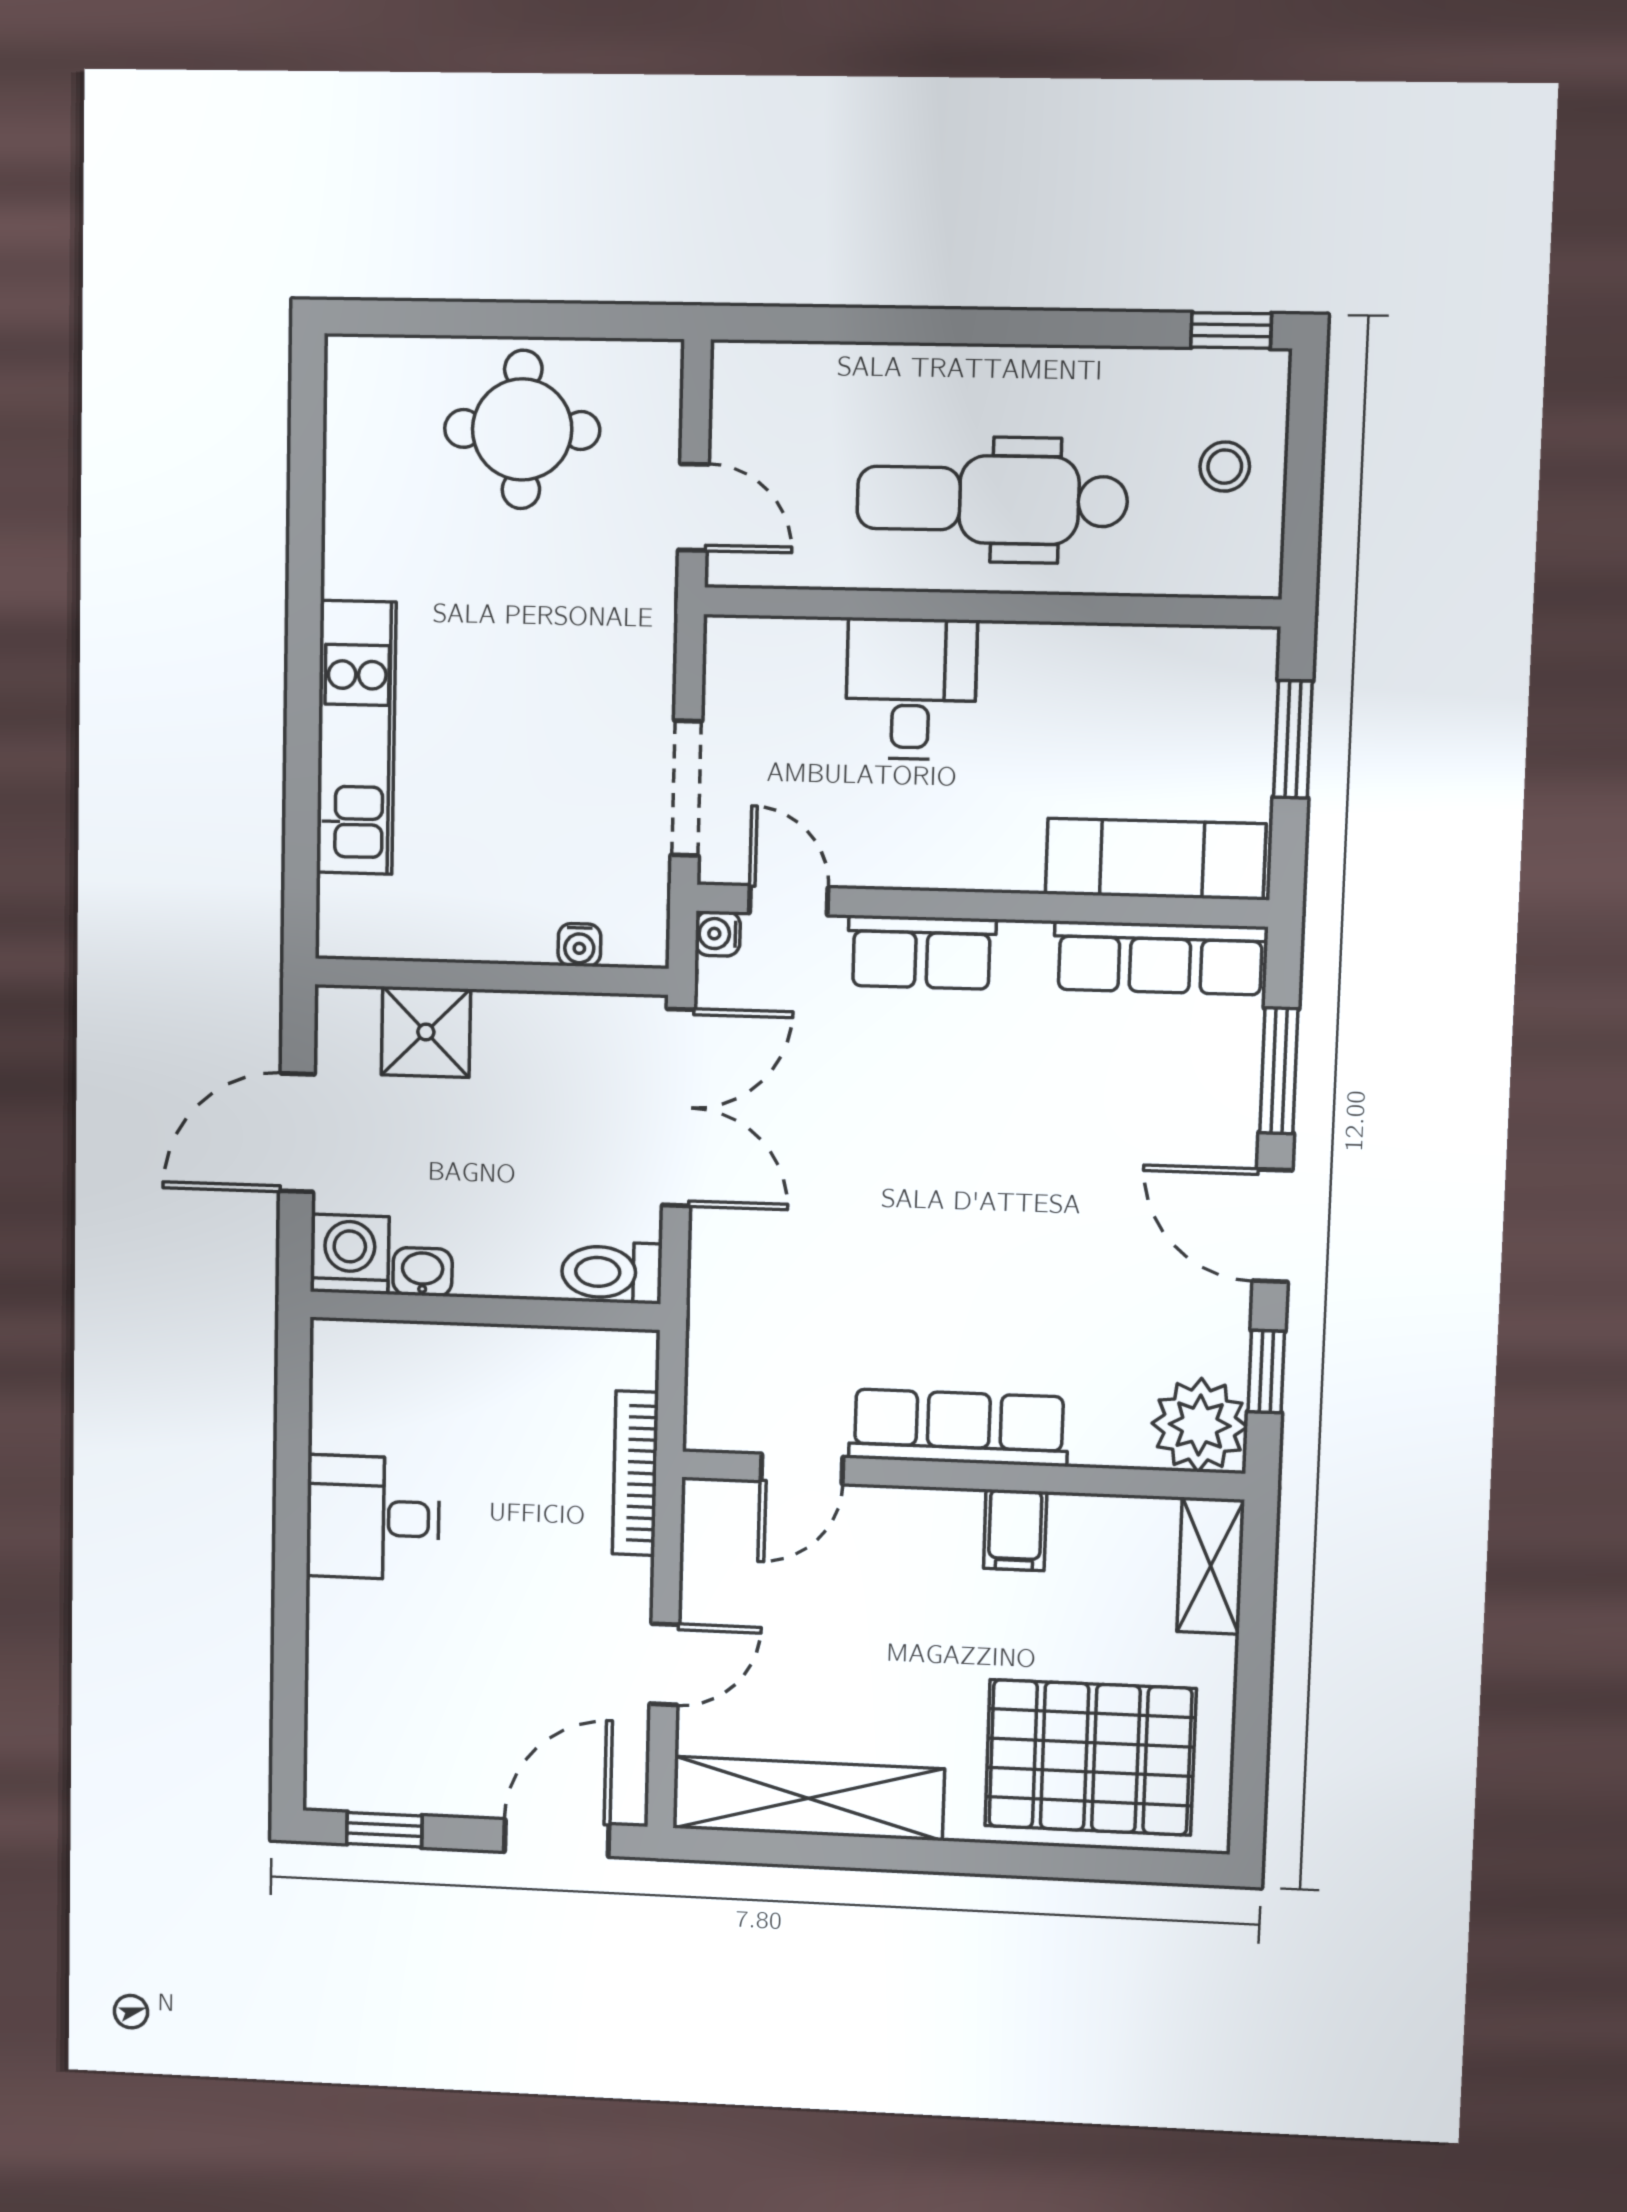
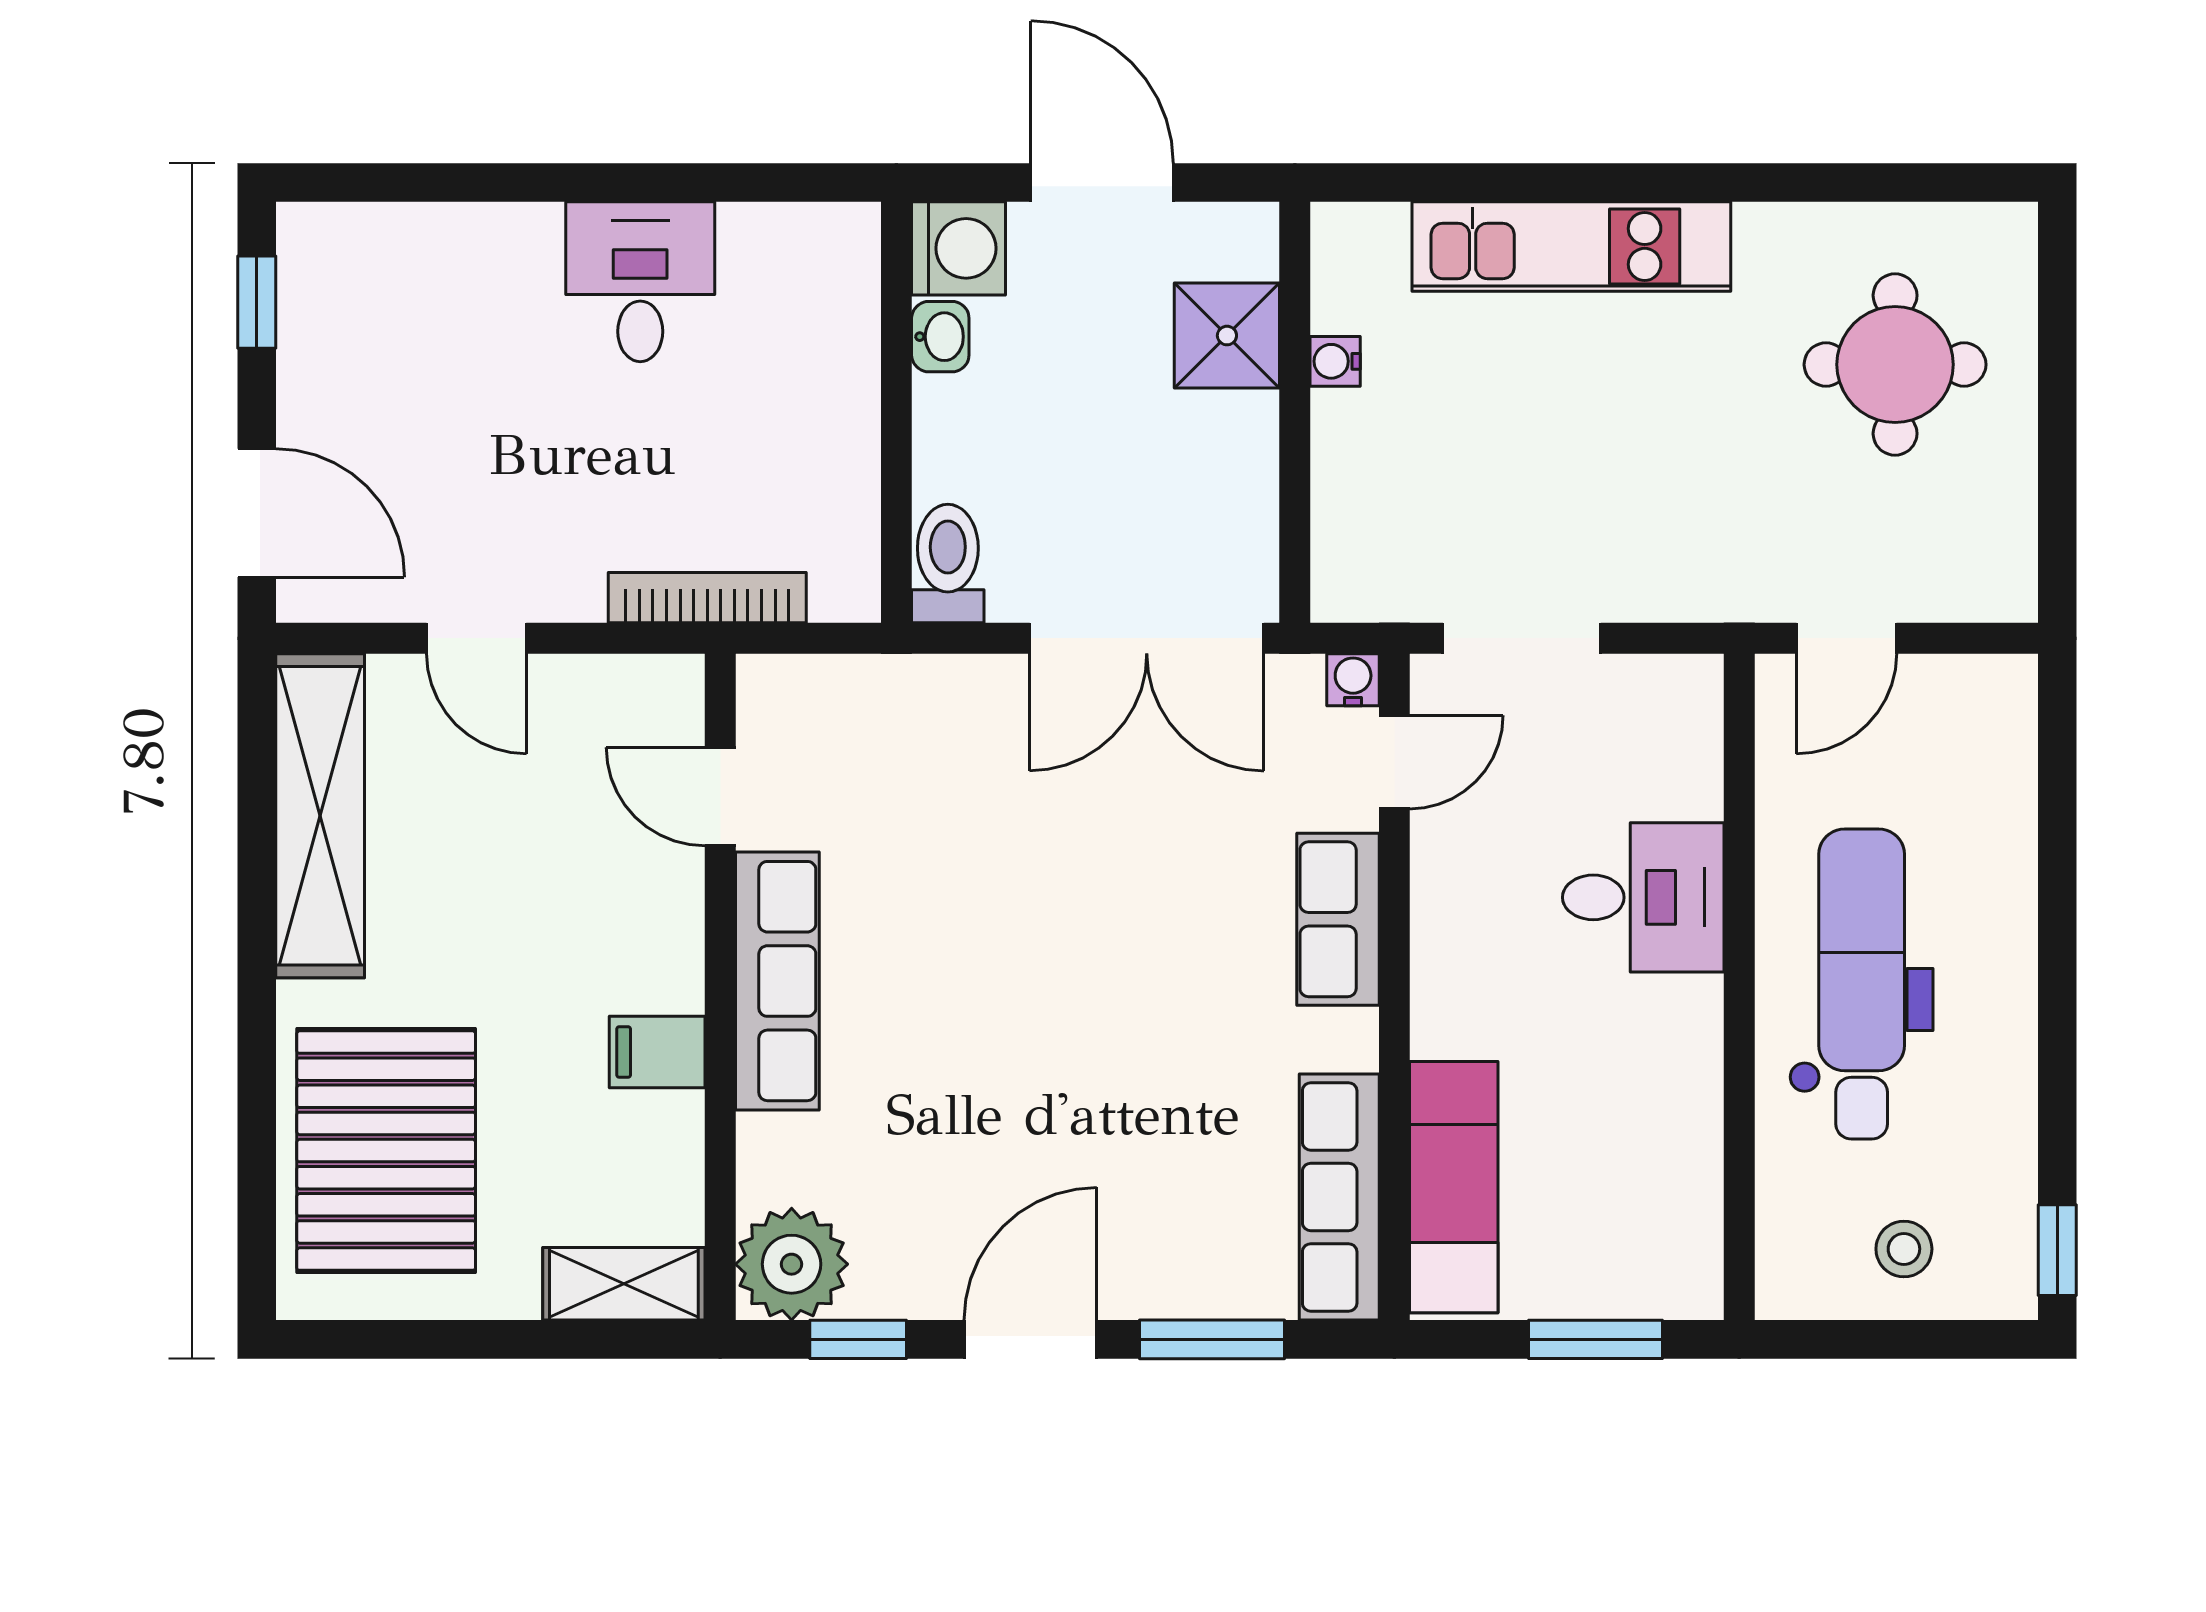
round table: (522, 429) -> (1895, 365), moved
water cooler: (579, 945) -> (1335, 361), moved

